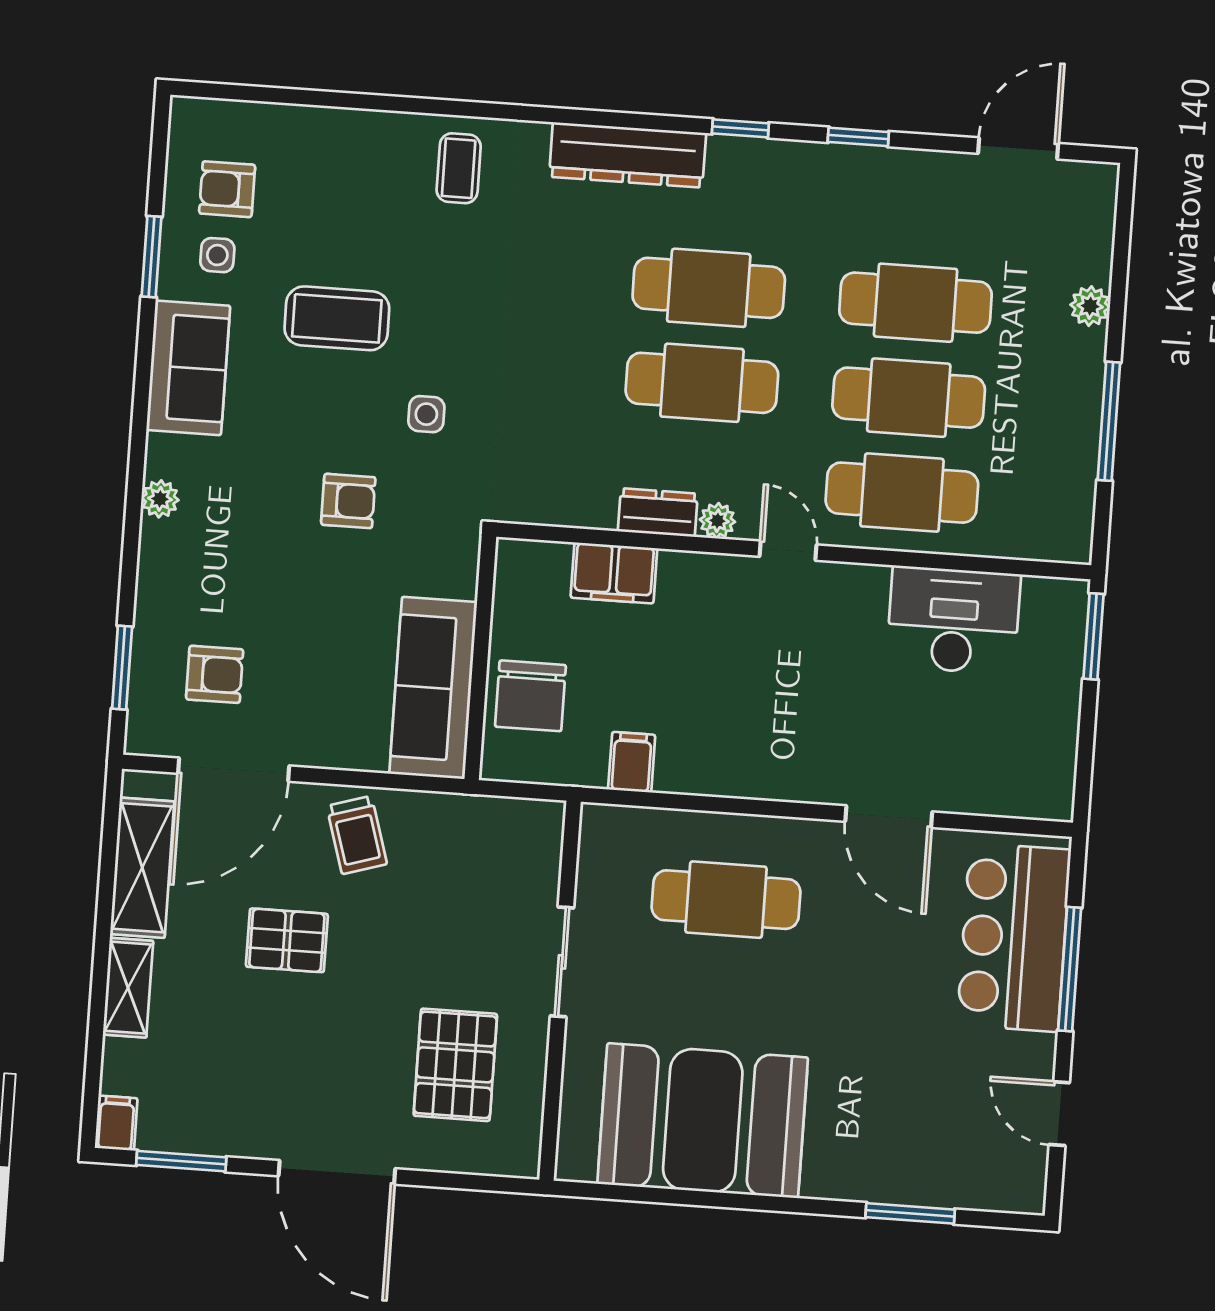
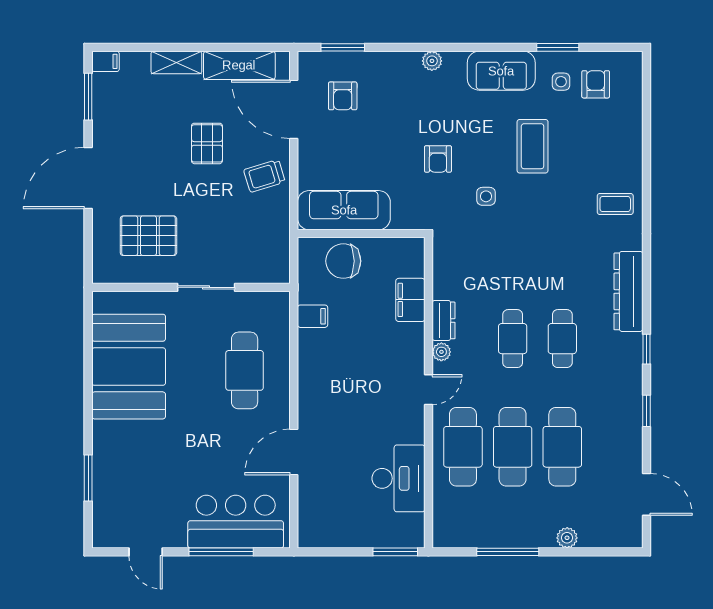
cafe table: (709, 288) -> (562, 339), width x0.73, depth x0.74
cafe table: (702, 383) -> (513, 339), width x0.73, depth x0.74
door: (1059, 1114) -> (146, 552), swing flipped

